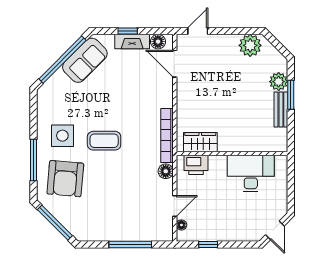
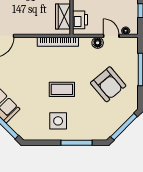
coffee table: (104, 141) -> (62, 89), turned 90
floor lamp: (166, 171) -> (98, 43), moved
armchair: (65, 179) -> (108, 84), moved, turned 45

